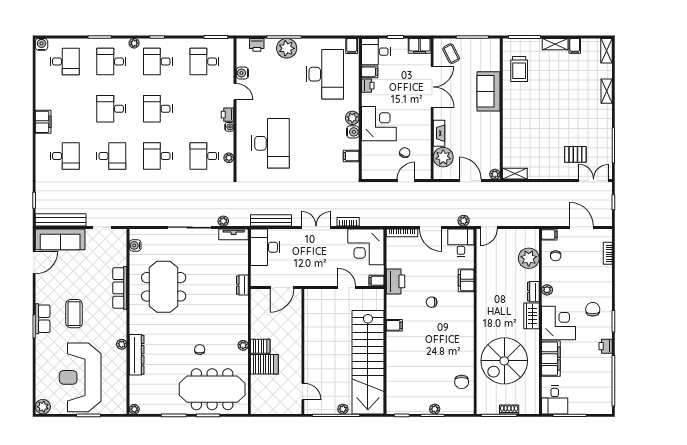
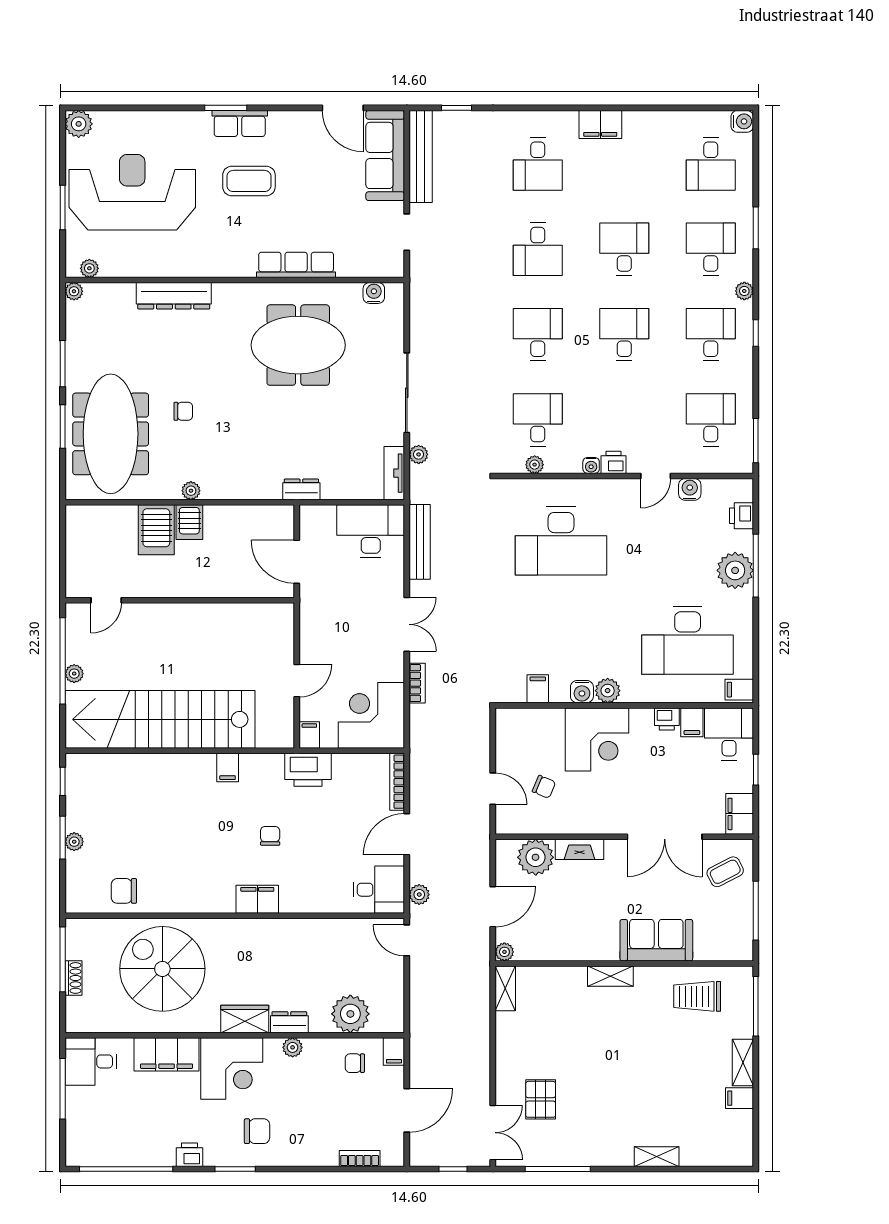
shelving: (607, 51) -> (610, 976), moved
filing cabinet: (466, 280) -> (257, 899), moved
plant: (122, 344) -> (89, 268), moved

